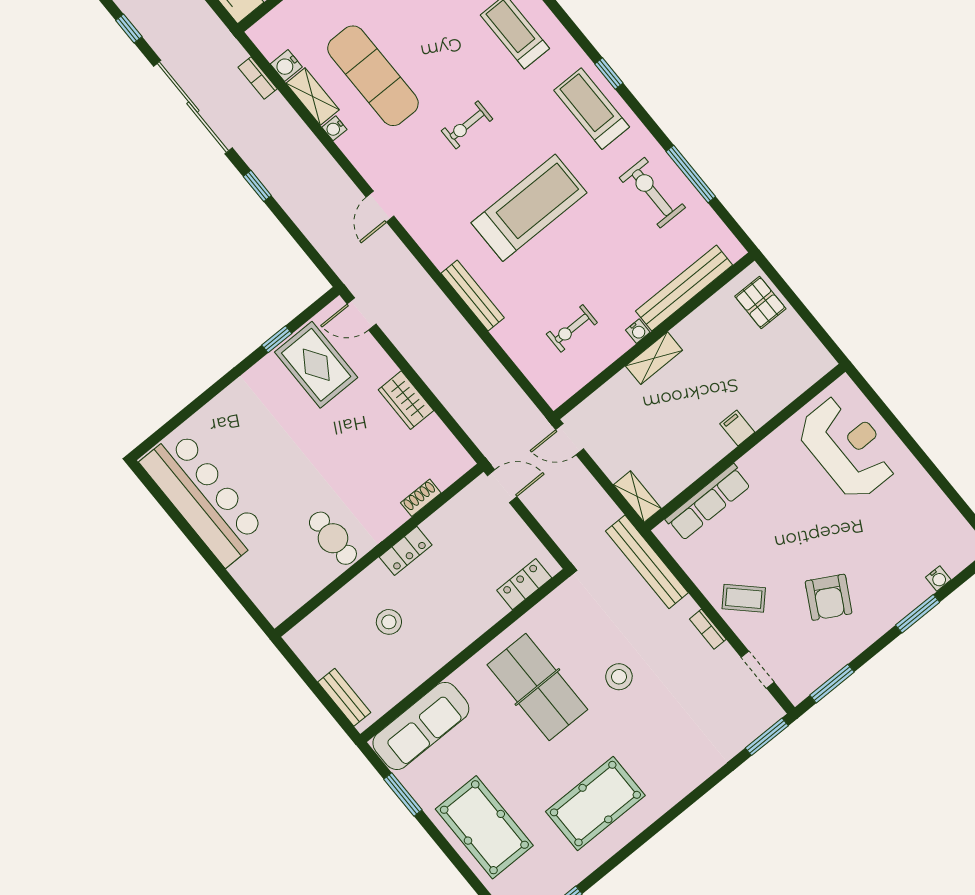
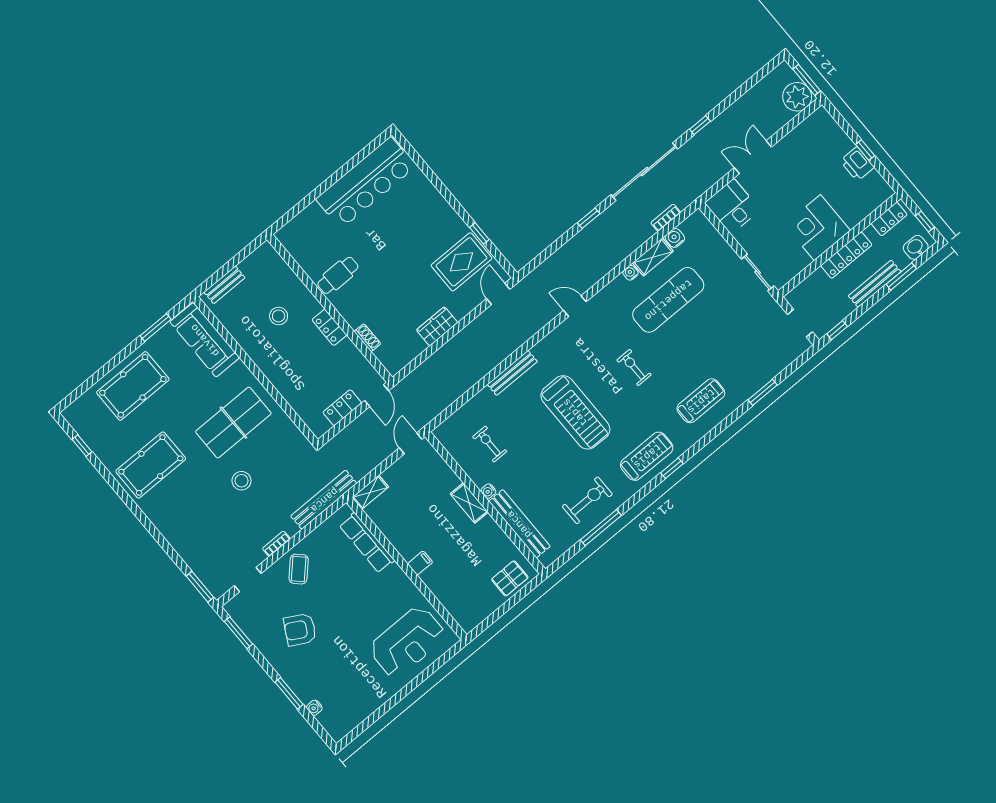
locker: (524, 584) -> (342, 408), moved, turned -90
pool table: (595, 804) -> (151, 465), turned 90

